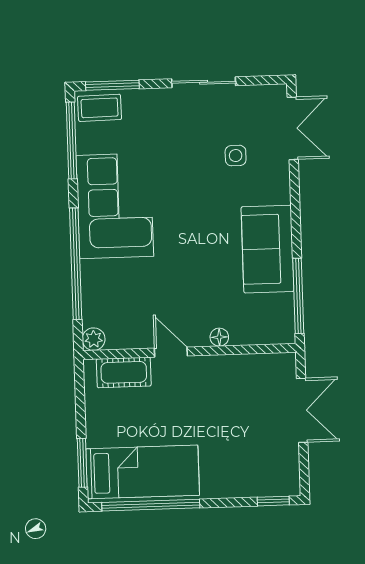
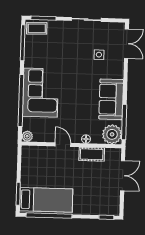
corner sofa: (115, 206) -> (40, 93), moved
plant: (274, 324) -> (112, 134), added
cot: (124, 372) -> (92, 154), moved

